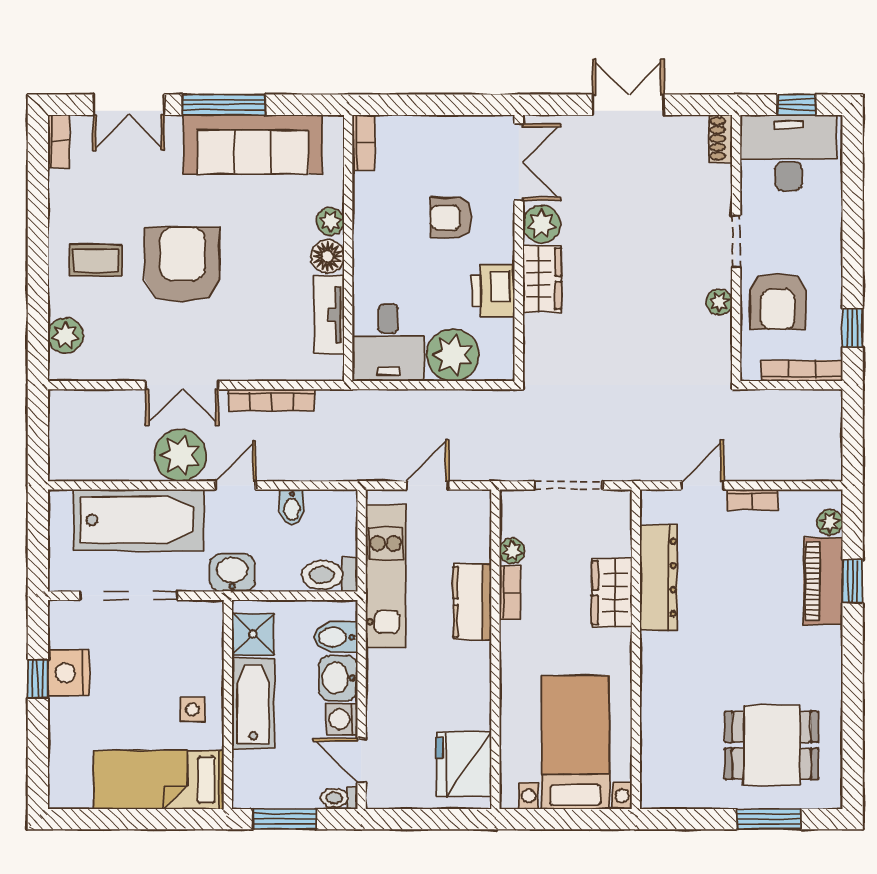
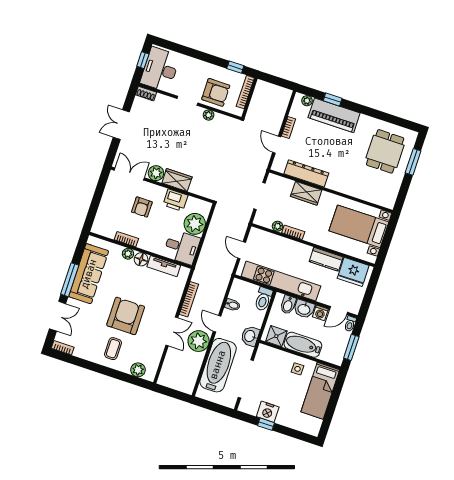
bookcase: (363, 143) -> (126, 239), moved
armchair: (182, 264) -> (126, 316), turned 90
kitchen unit: (386, 576) -> (281, 281), width x1.36
piano: (823, 581) -> (334, 115), width x1.37, depth x1.33
kitchen counter: (472, 602) -> (326, 259), moved

